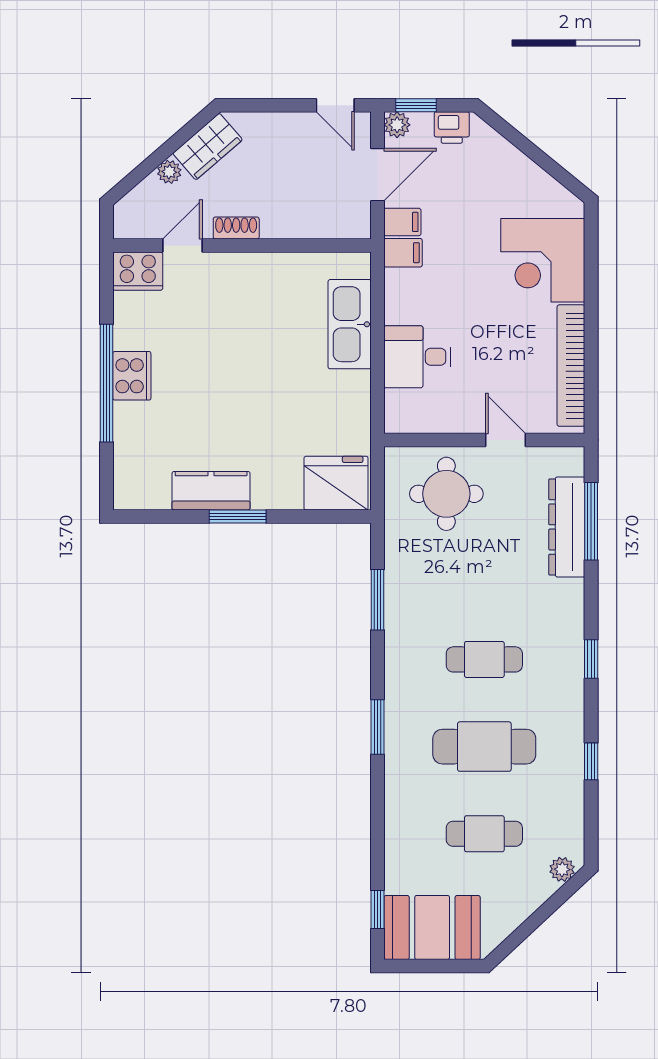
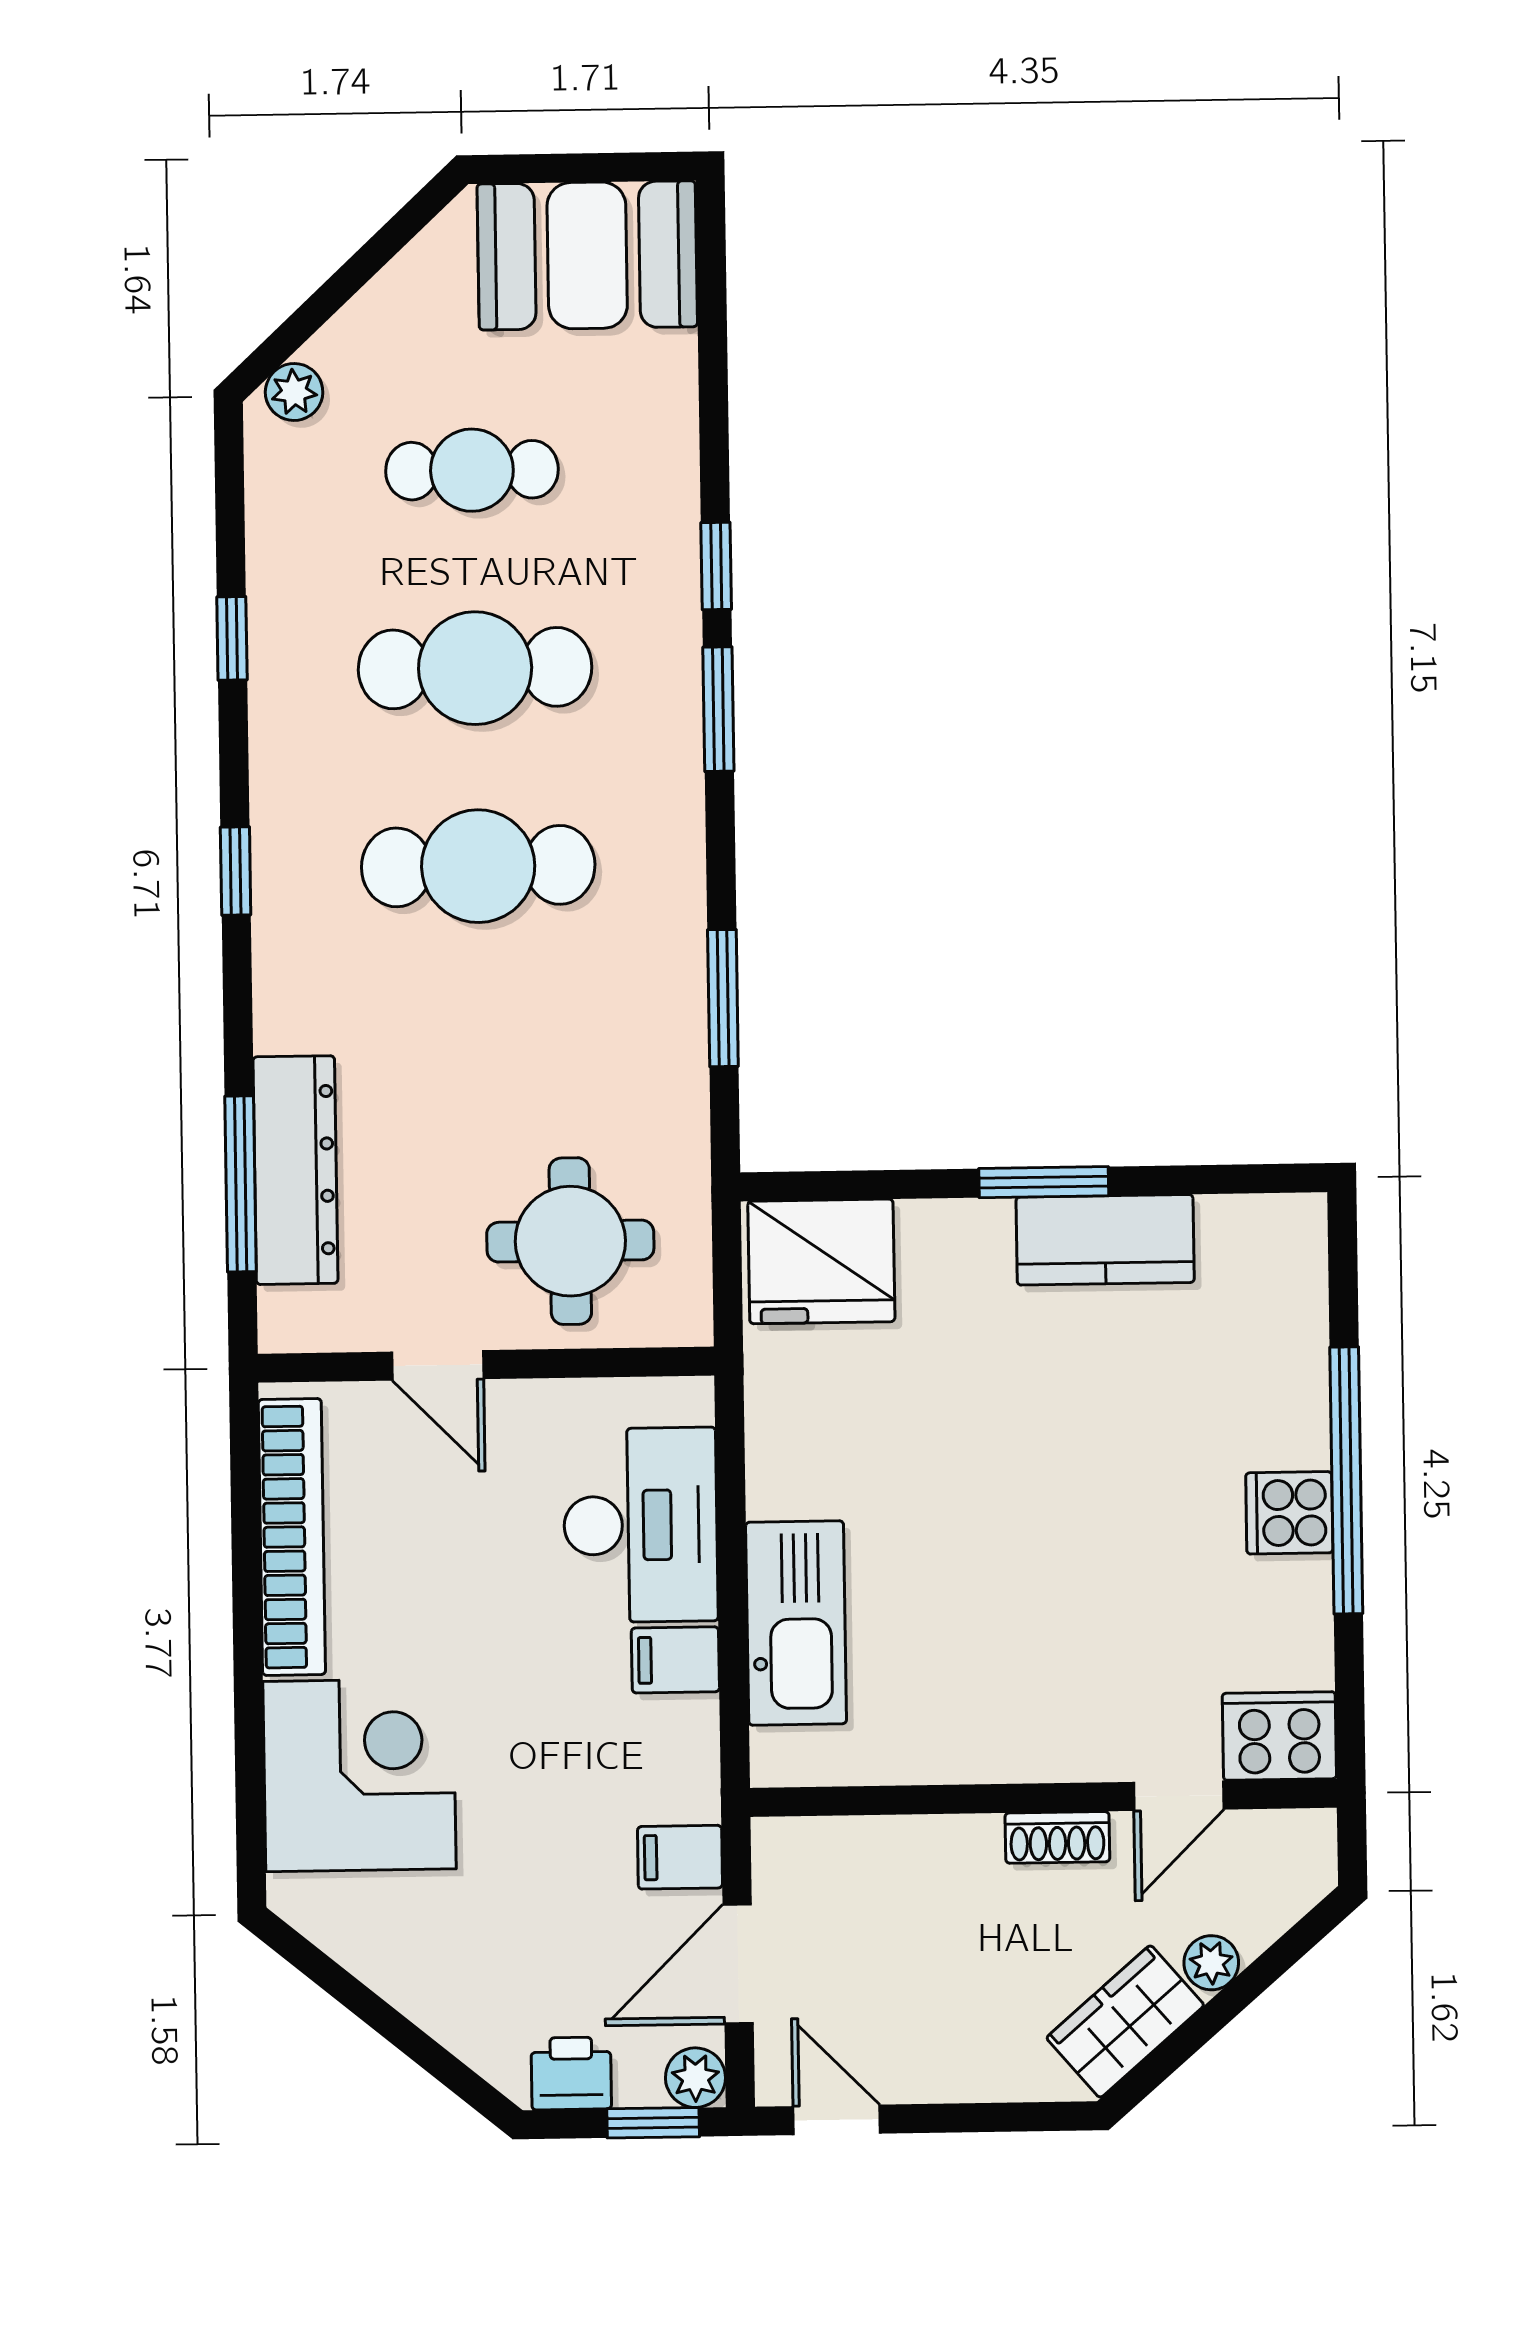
filing cabinet: (403, 253) -> (675, 1660), moved
desk: (417, 357) -> (641, 1525), width x1.37
cooker: (132, 376) -> (1289, 1513), width x0.73
cafe table: (484, 659) -> (478, 866), width x1.37, depth x1.35
window: (378, 909) -> (716, 566), moved

